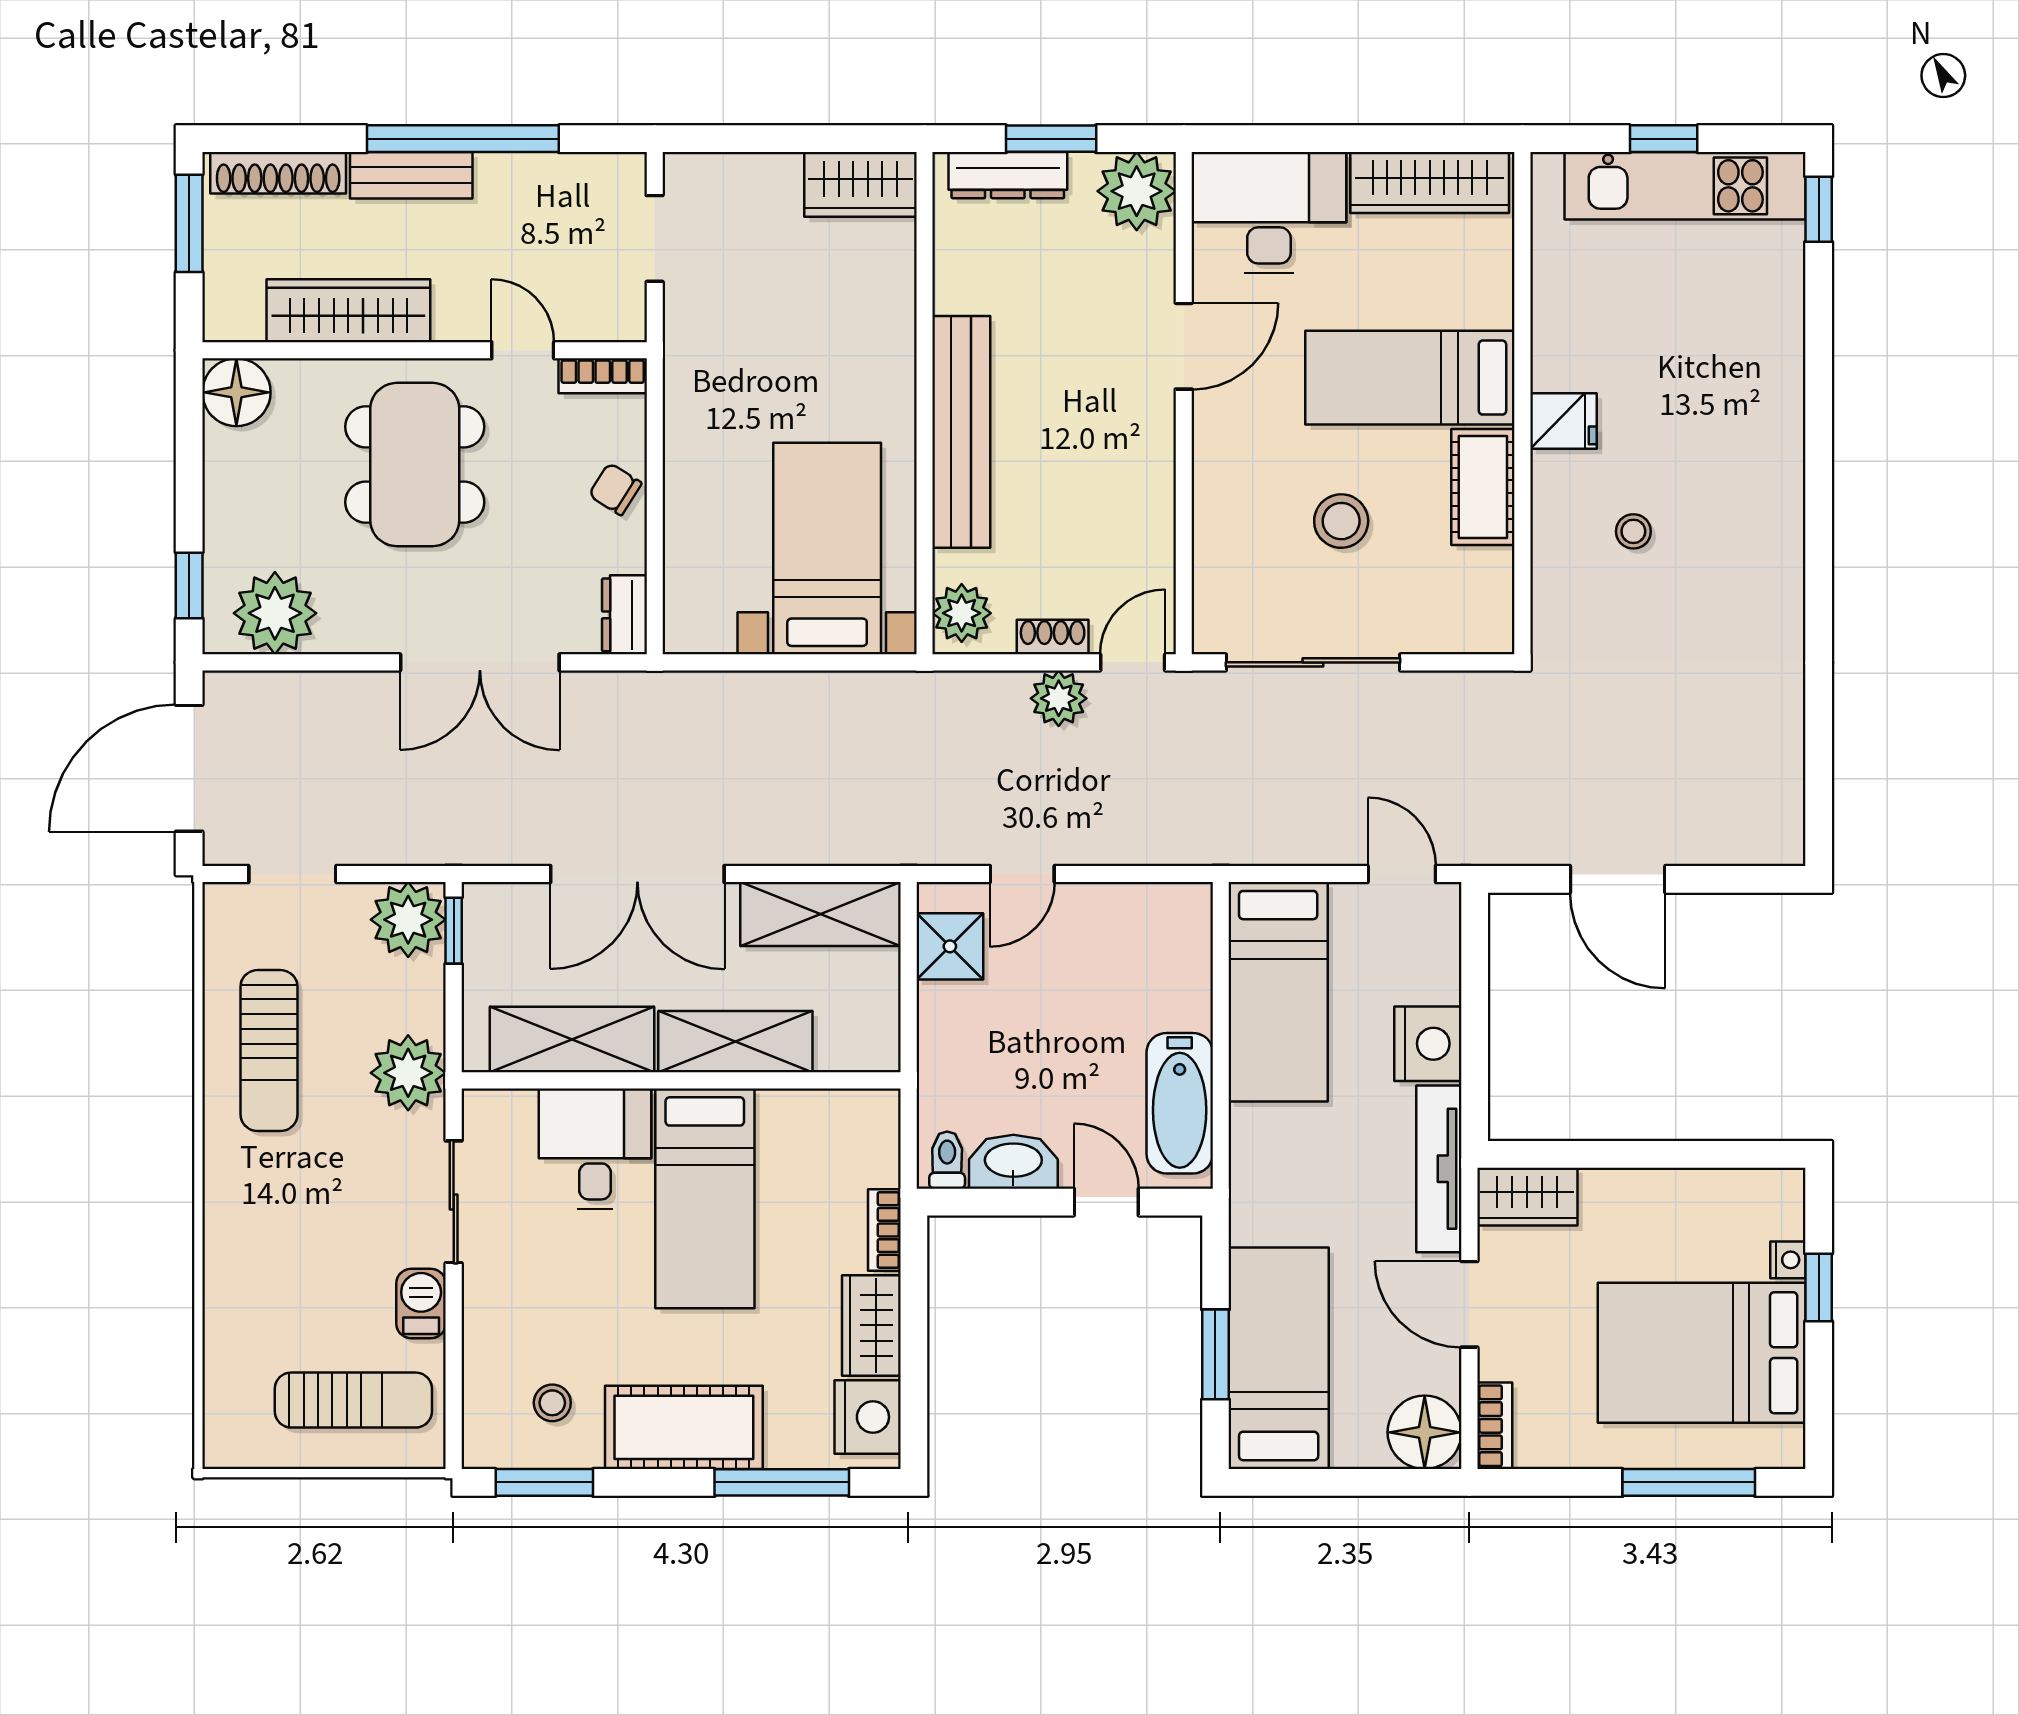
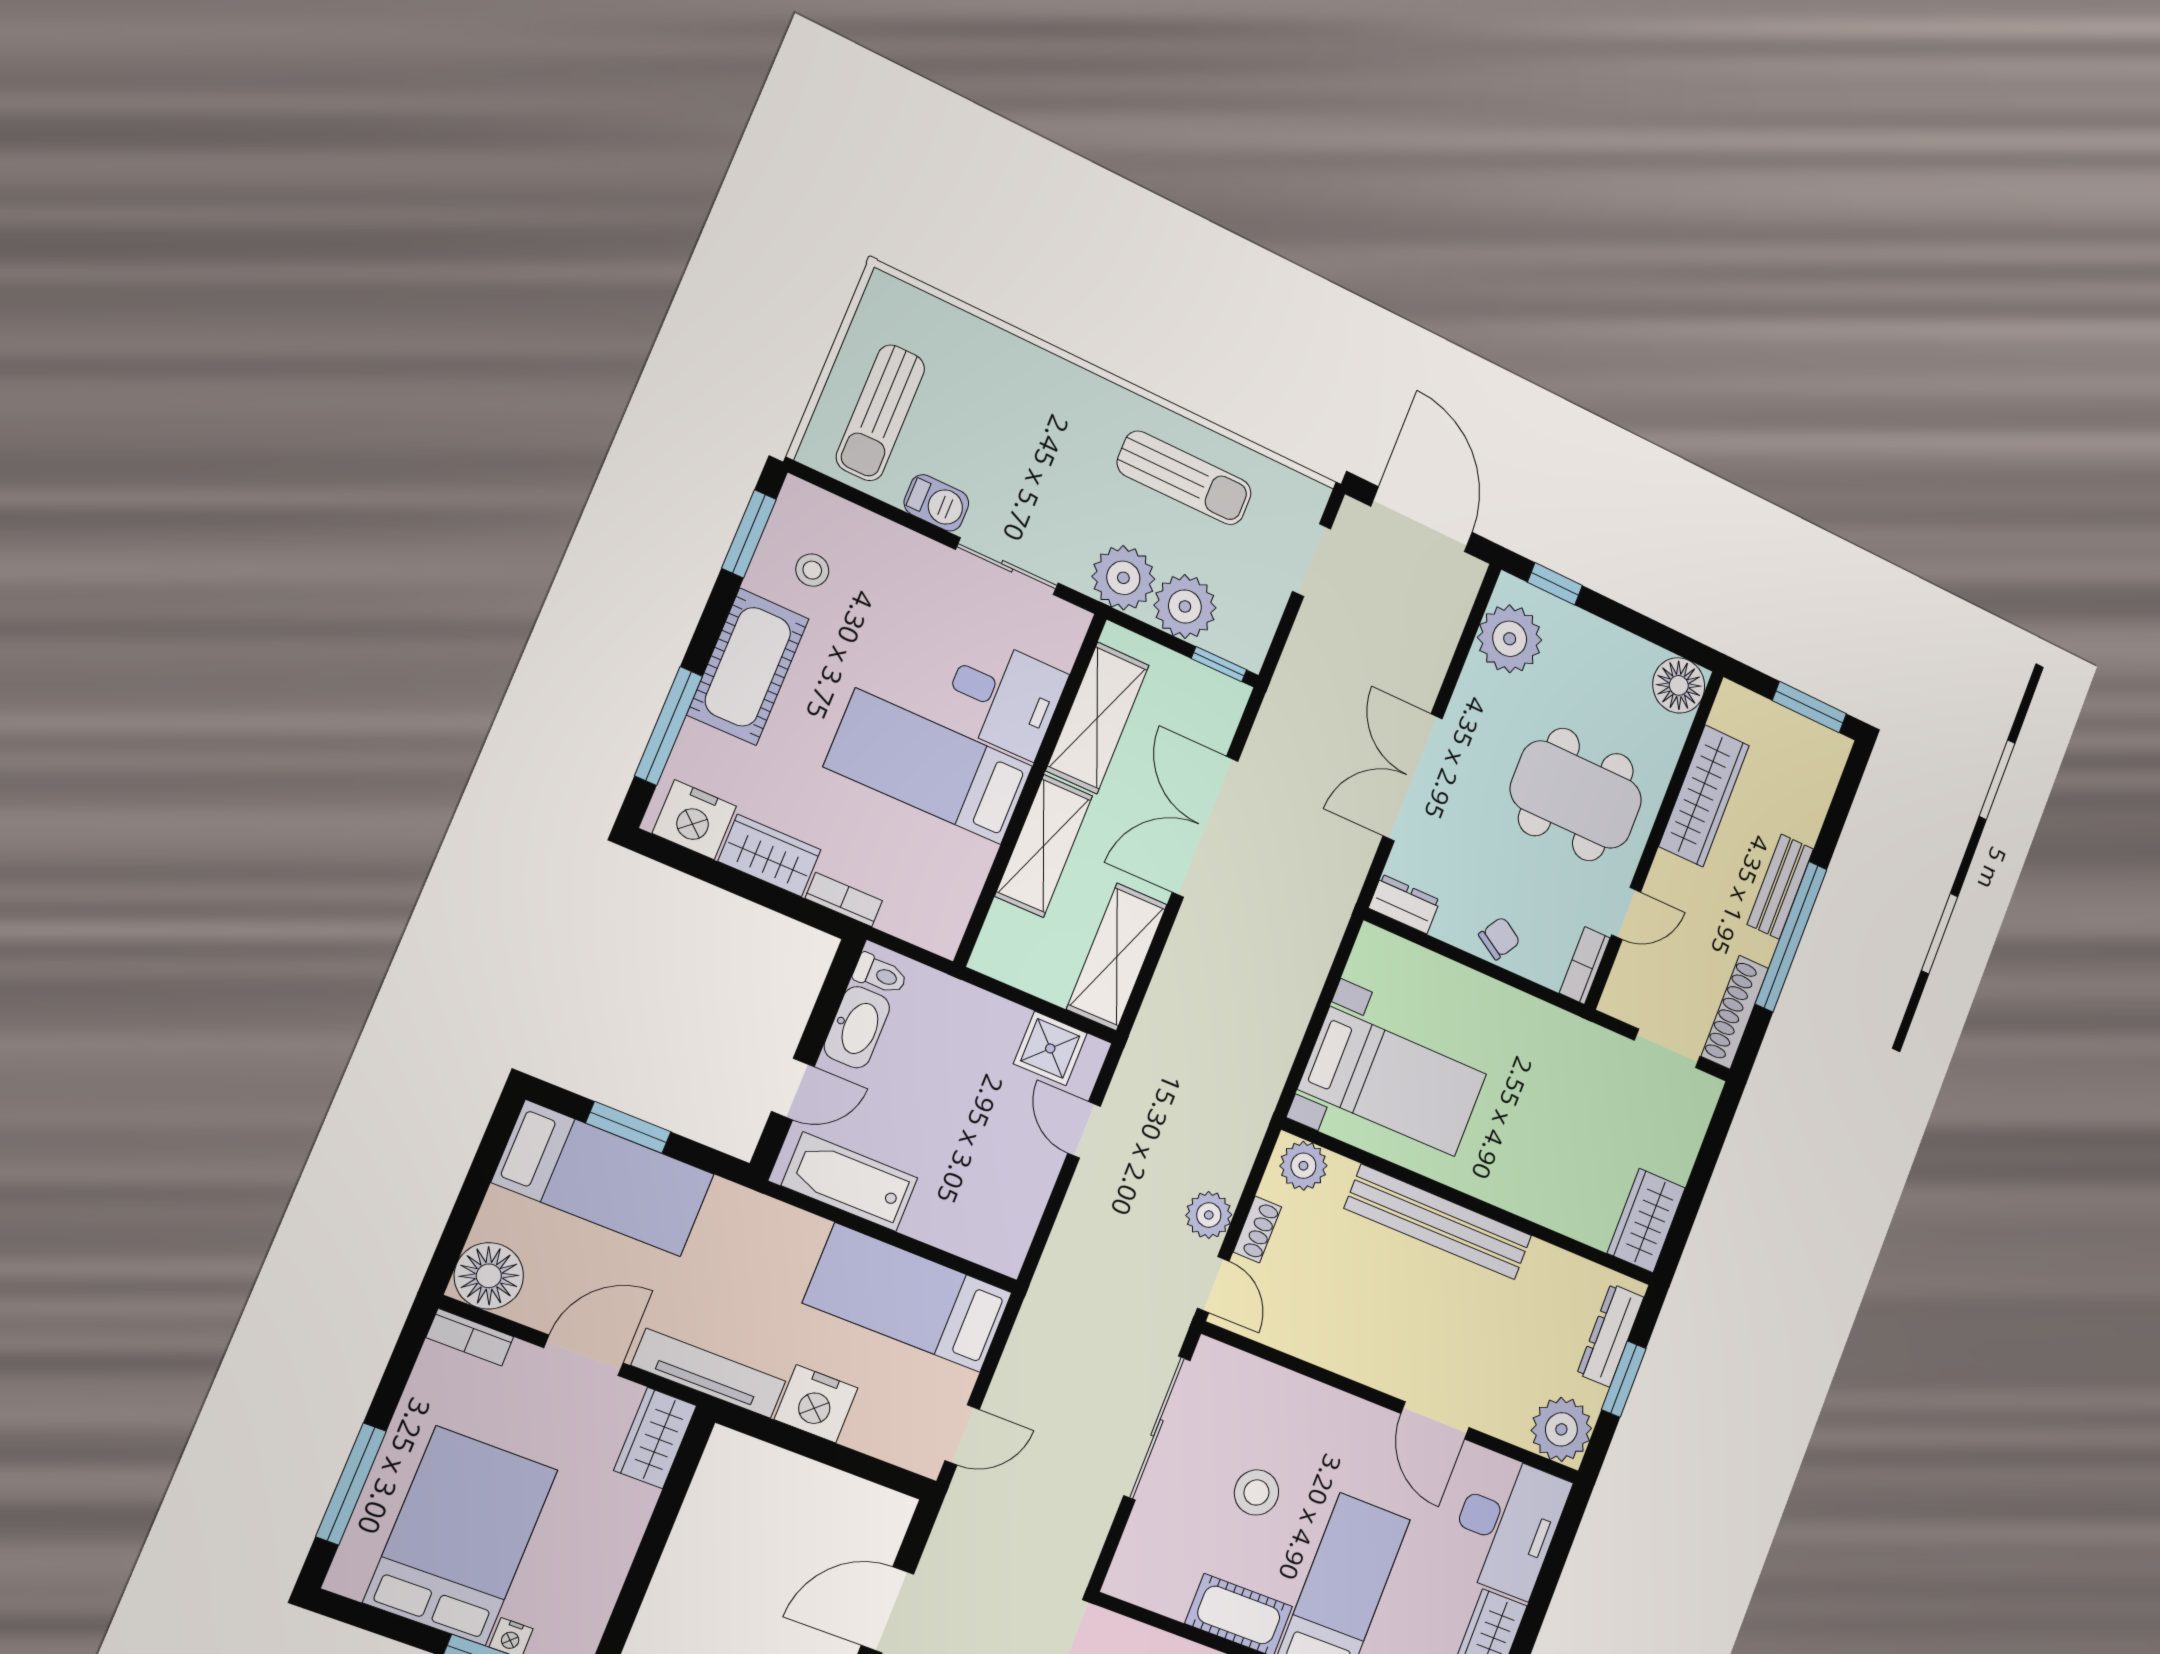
shoe rack: (278, 173) -> (1735, 1012), moved
plant: (408, 920) -> (1185, 606), moved
sun lounger: (269, 1051) -> (1184, 478), turned 180

